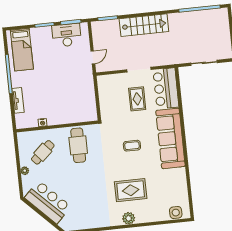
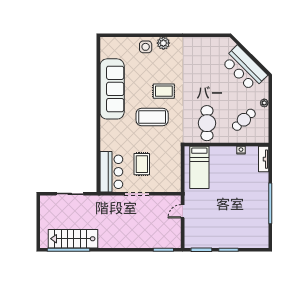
stairs: (144, 25) -> (73, 239), moved
desk: (67, 35) -> (207, 237), removed
bed: (22, 50) -> (199, 167), moved, turned 180
tv unit: (18, 100) -> (264, 159), moved
sofa: (170, 138) -> (112, 89), moved
coffee table: (132, 146) -> (152, 117), width x1.86, depth x1.72
rug: (131, 190) -> (164, 91), moved, width x0.73, depth x0.70
side table: (176, 213) -> (146, 47), moved

